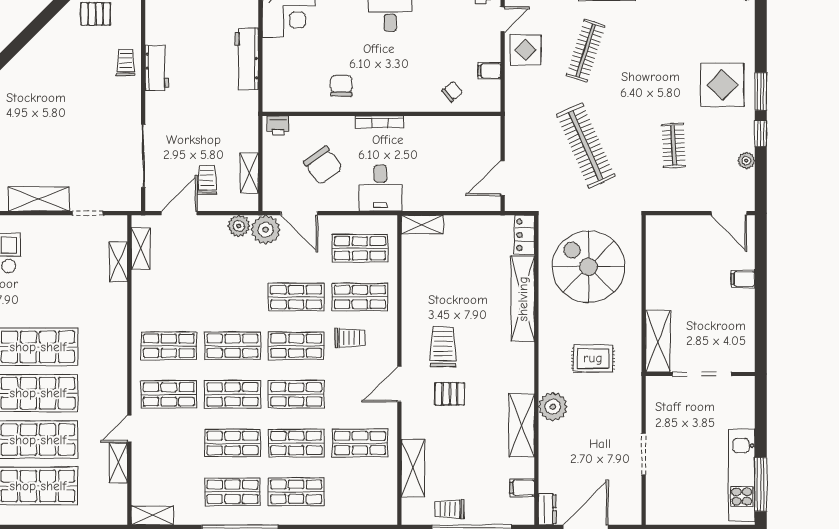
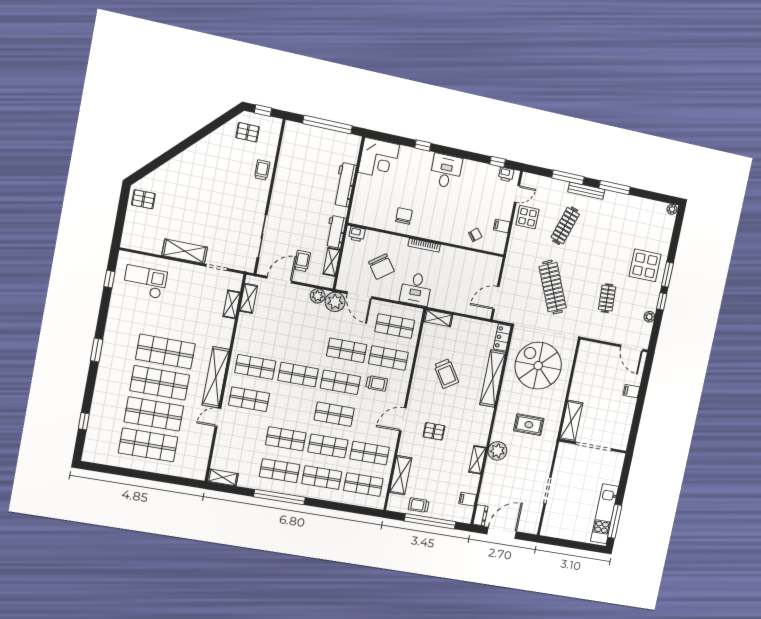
workbench: (157, 68) -> (336, 232), moved, turned 180
trolley: (443, 347) -> (446, 374), moved, turned 147
shop shelf: (232, 394) -> (363, 485), moved
shelving: (522, 425) -> (477, 460), width x0.67, depth x0.75
shelving: (118, 463) -> (216, 377), moved, width x2.20, depth x1.33

